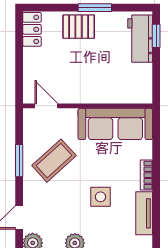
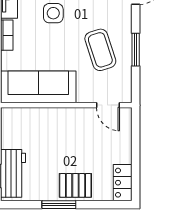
coffee table: (54, 161) -> (100, 50), turned -66

